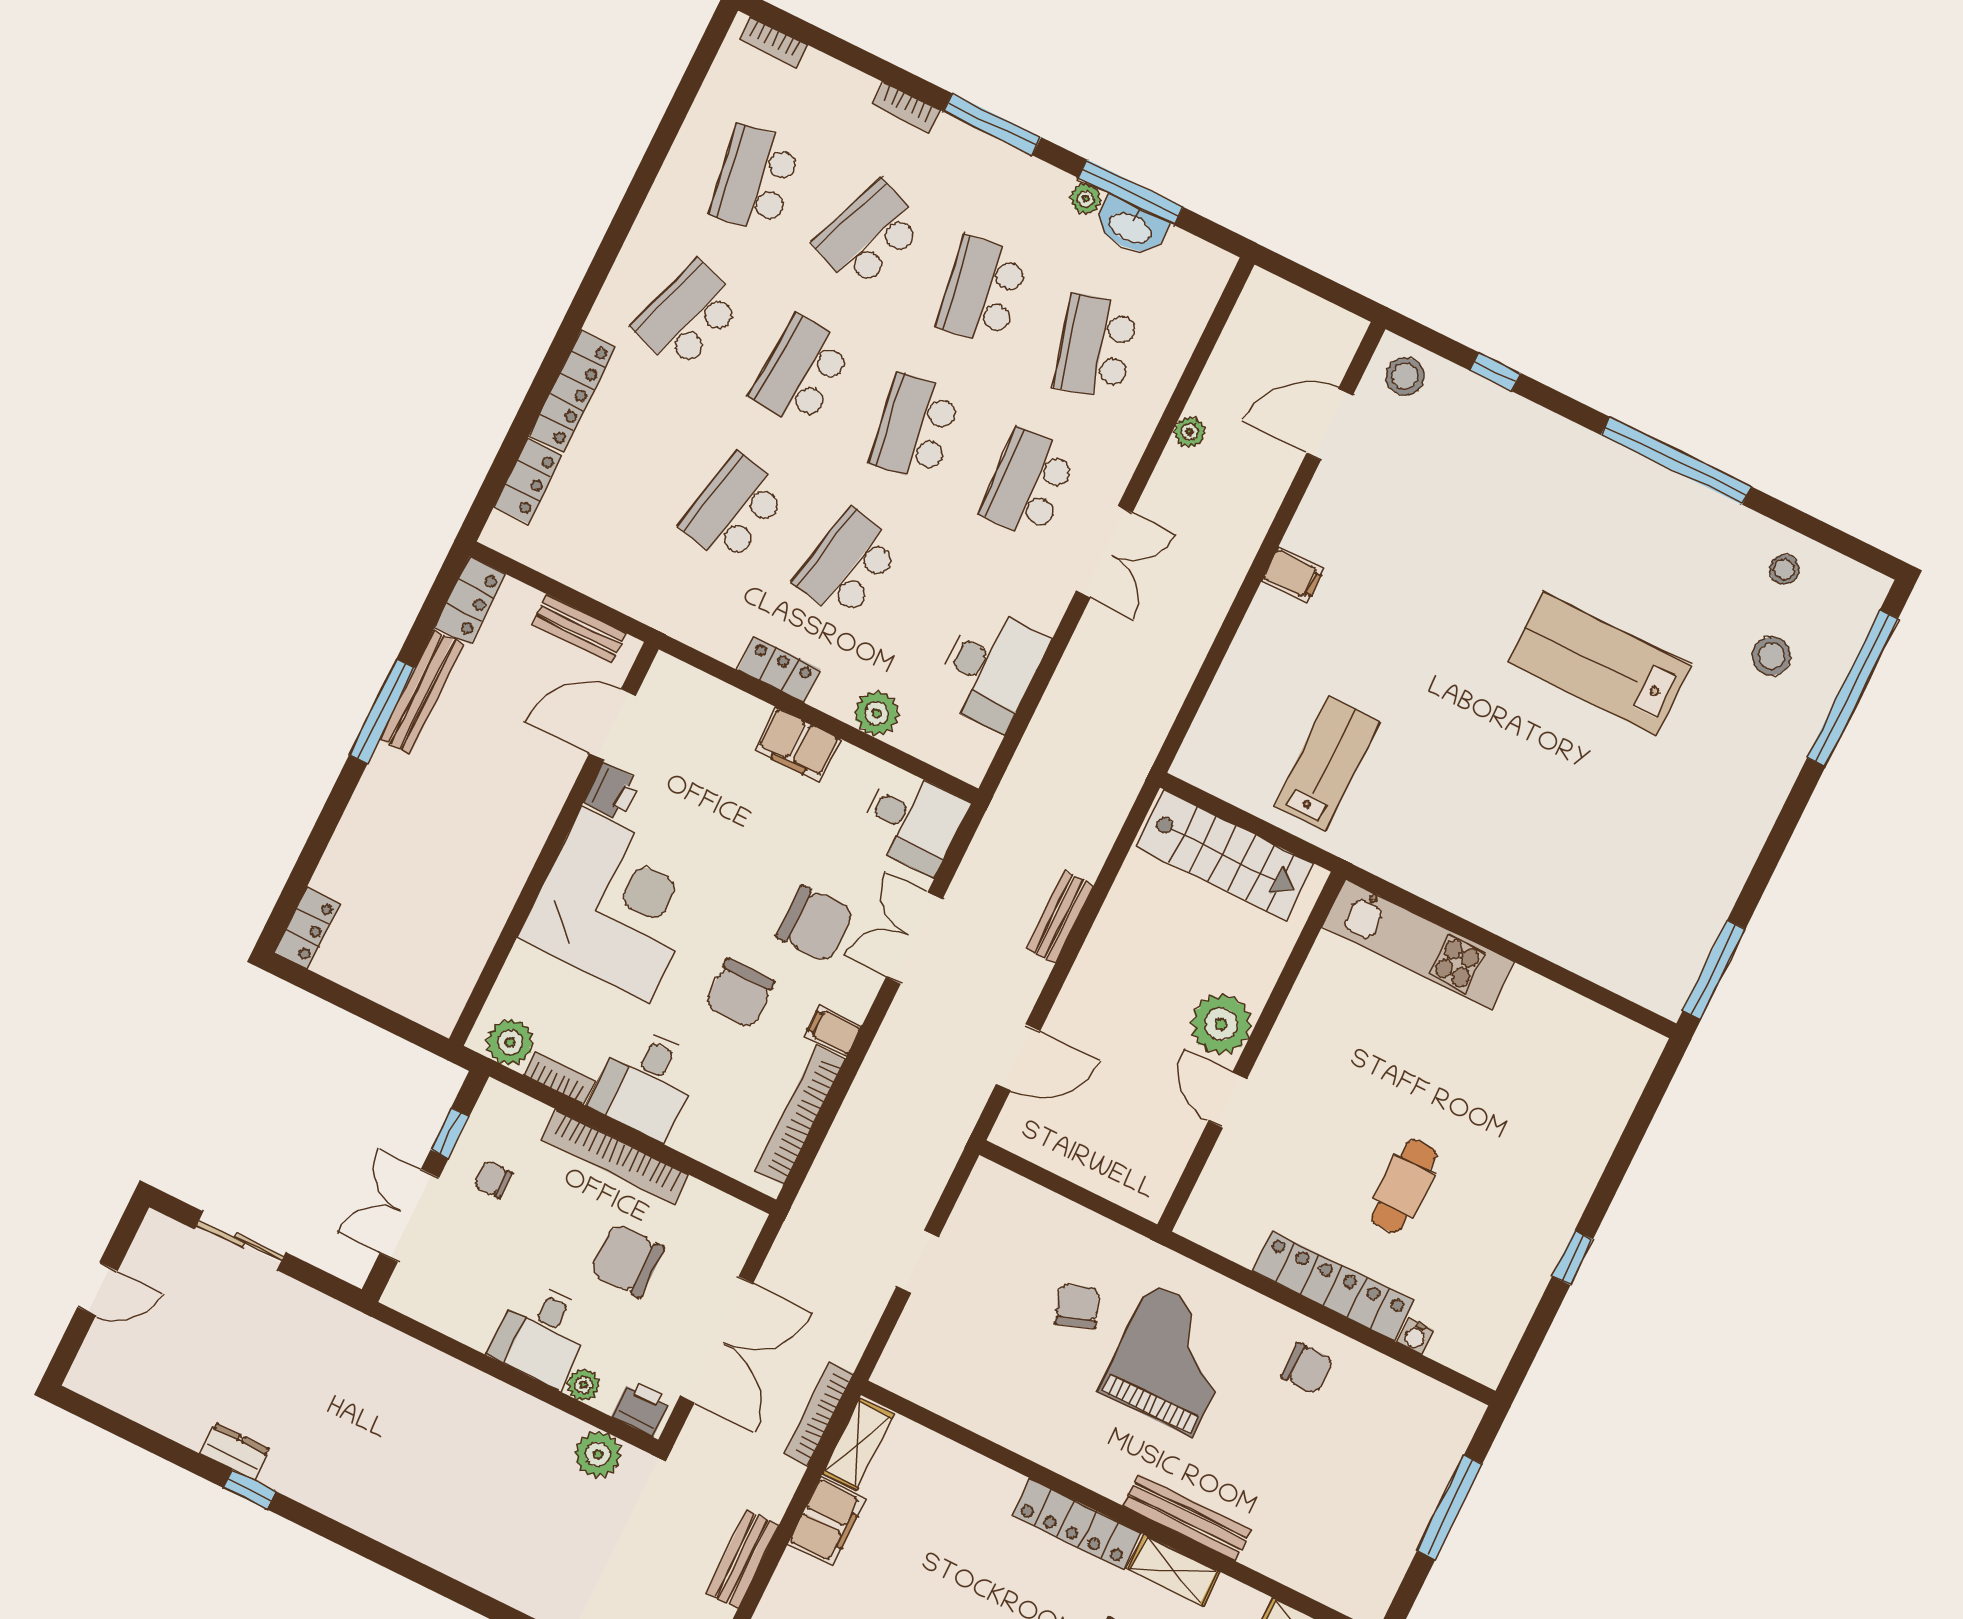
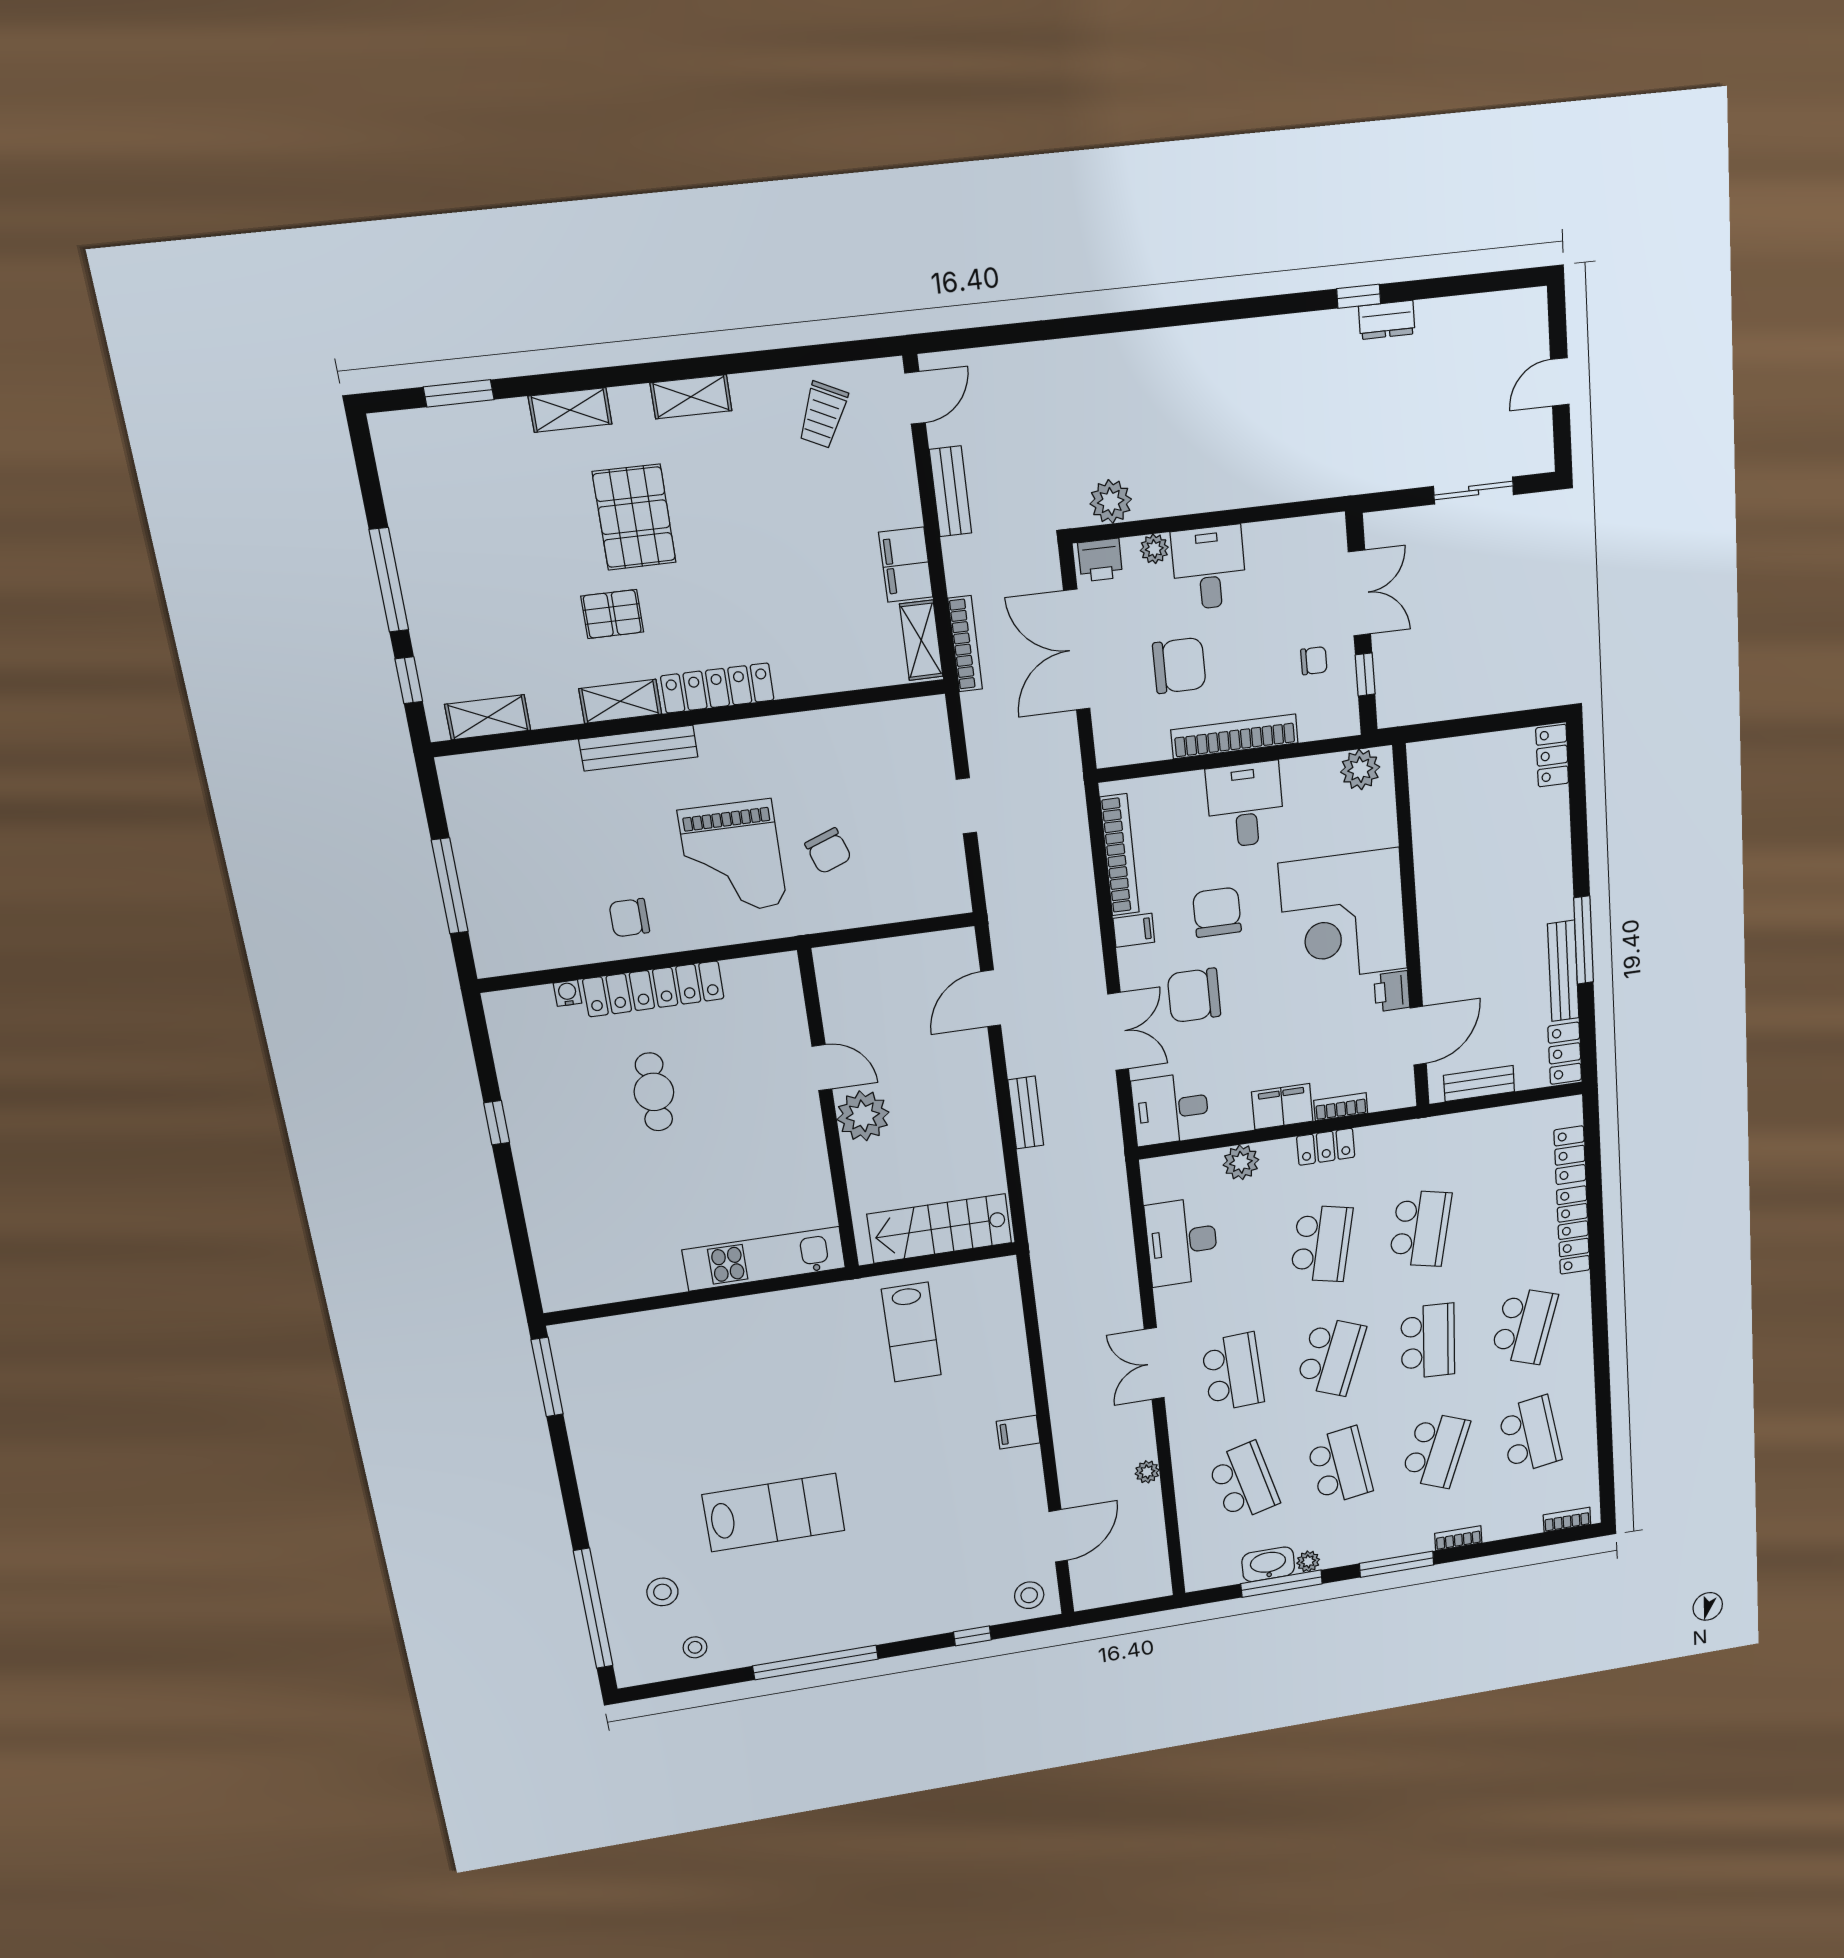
school desk: (915, 427) -> (1331, 1357), turned 30
bookcase: (559, 1078) -> (1341, 1107), moved, turned 180

